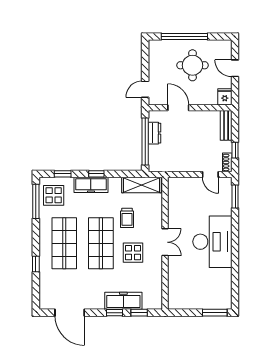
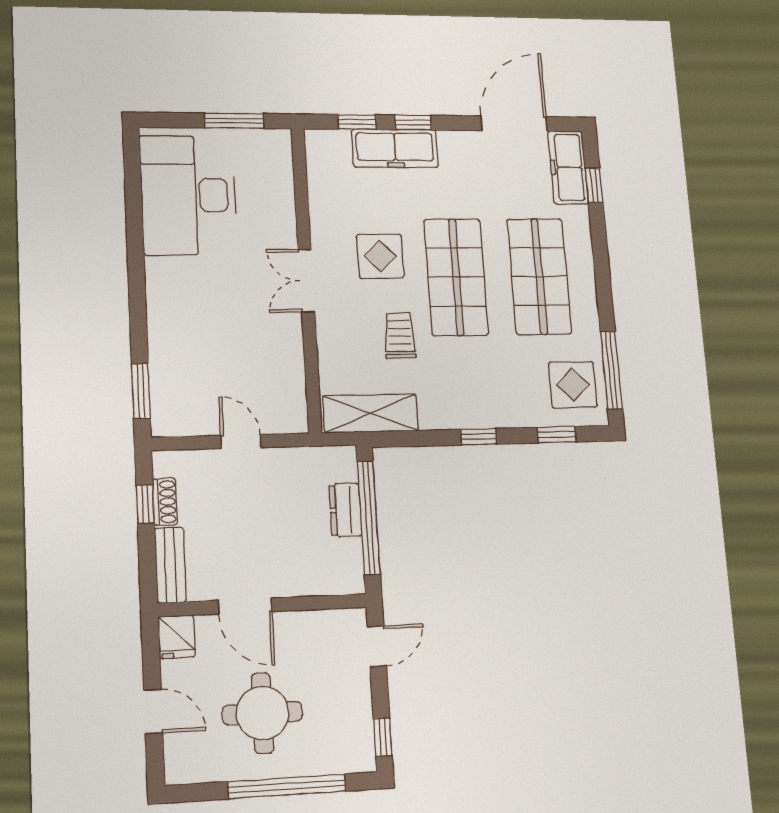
window: (145, 53) -> (383, 737), added
door: (178, 108) -> (245, 606), moved
dresser: (154, 133) -> (345, 510), moved
shoe rack: (227, 162) -> (165, 502), moved
door: (210, 175) -> (241, 441), moved
freezer: (91, 185) -> (568, 167), moved, turned -90
desk: (212, 242) -> (188, 195), moved
window: (36, 264) -> (594, 185), moved
door: (70, 313) -> (514, 124), hinge flipped
window: (215, 313) -> (234, 121), moved

